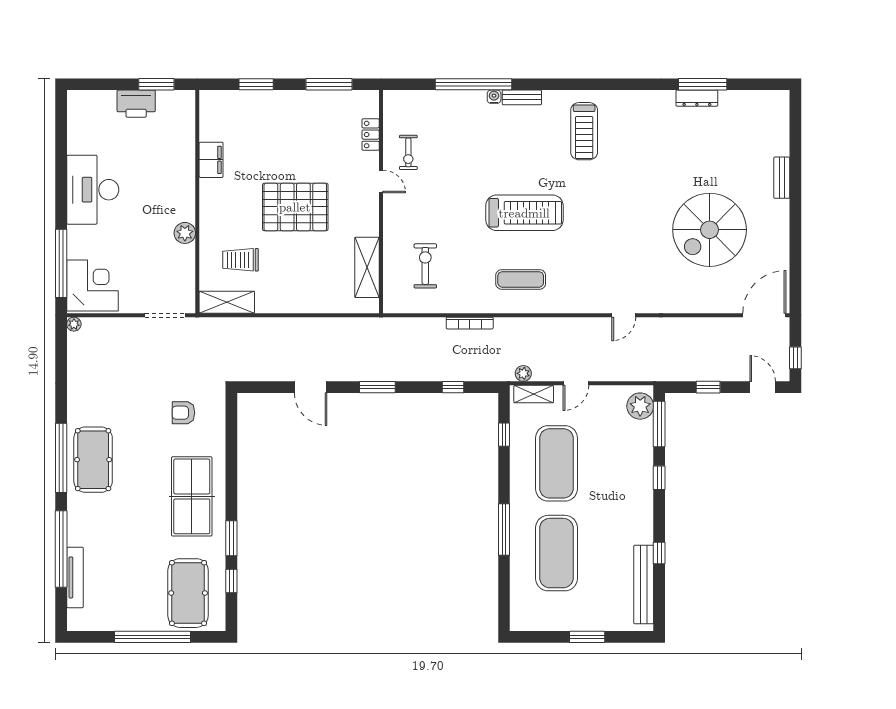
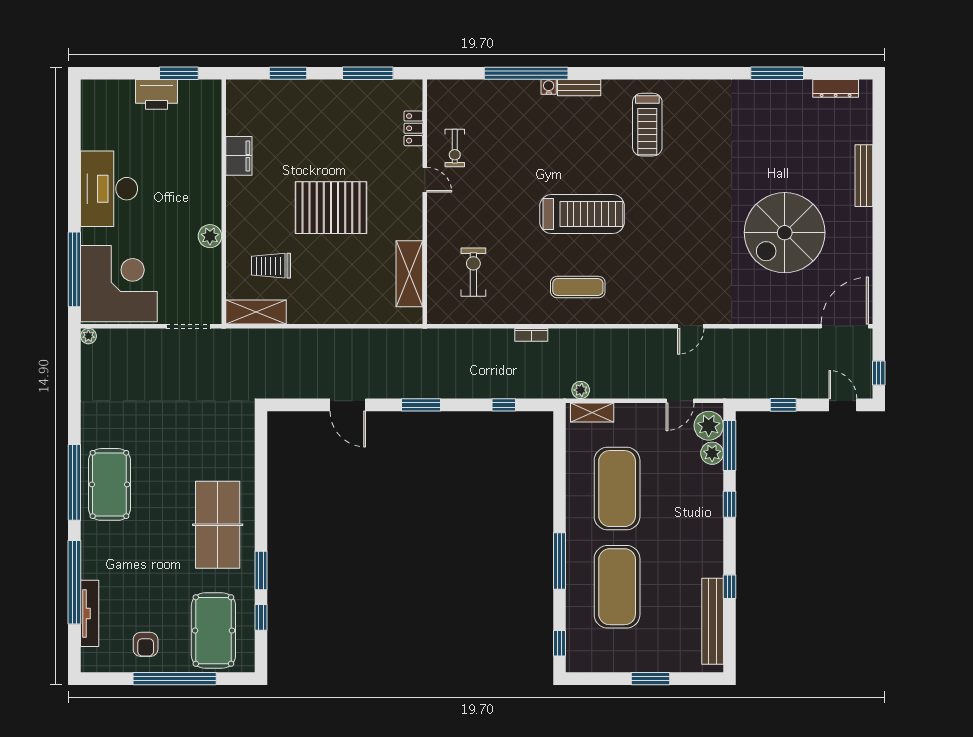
dresser: (697, 98) -> (836, 88), moved
bench: (782, 178) -> (864, 176), width x1.36
corner desk: (92, 286) -> (119, 284), width x1.36, depth x1.36
bookcase: (470, 323) -> (531, 335), width x0.64
door: (576, 383) -> (680, 401), moved
armchair: (183, 413) -> (146, 644), moved, turned -90
plant: (643, 431) -> (712, 453), added
window: (504, 435) -> (560, 643), moved

